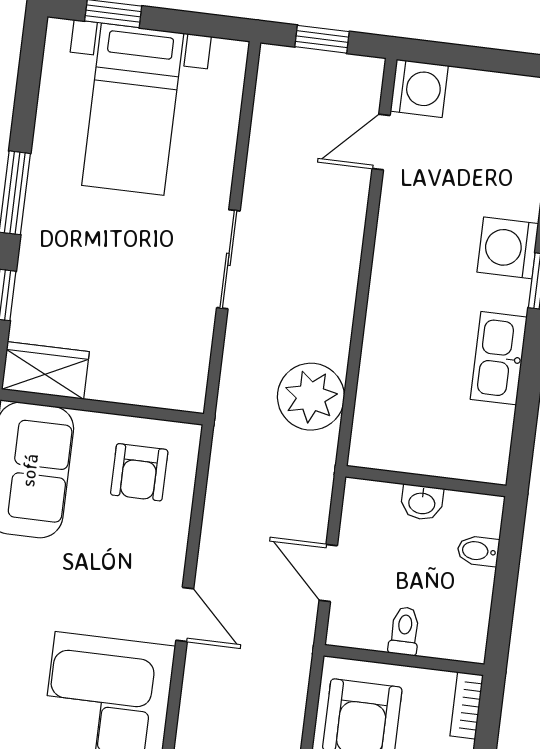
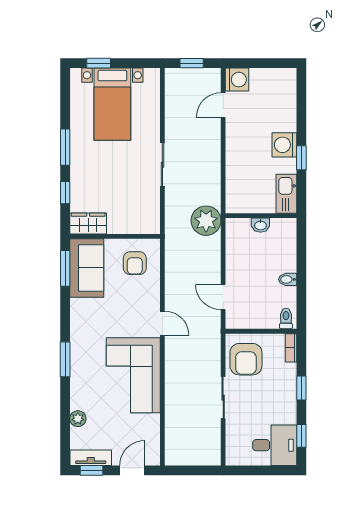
wall: (426, 481) -> (261, 216), moved
washbasin: (422, 502) -> (260, 225), moved
toilet: (404, 631) -> (286, 319), moved

